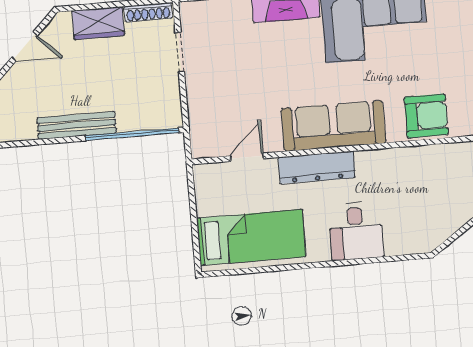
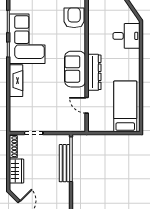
bench: (77, 125) -> (65, 163), moved
sofa: (333, 126) -> (75, 69), width x0.73
desk: (356, 231) -> (126, 36), moved

